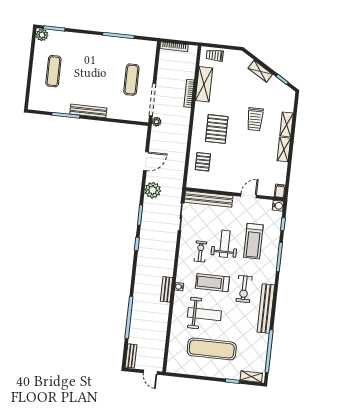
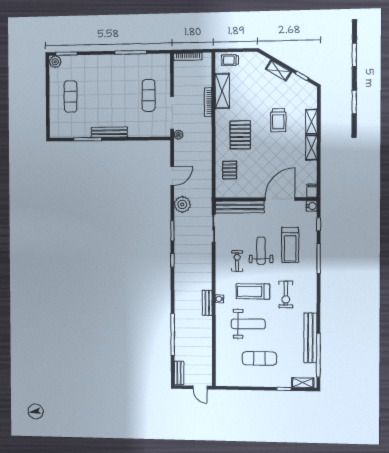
door: (249, 196) -> (280, 199), width x1.88
bench: (266, 308) -> (310, 338), moved
exercise mat: (212, 349) -> (259, 358), width x0.73, depth x0.69

